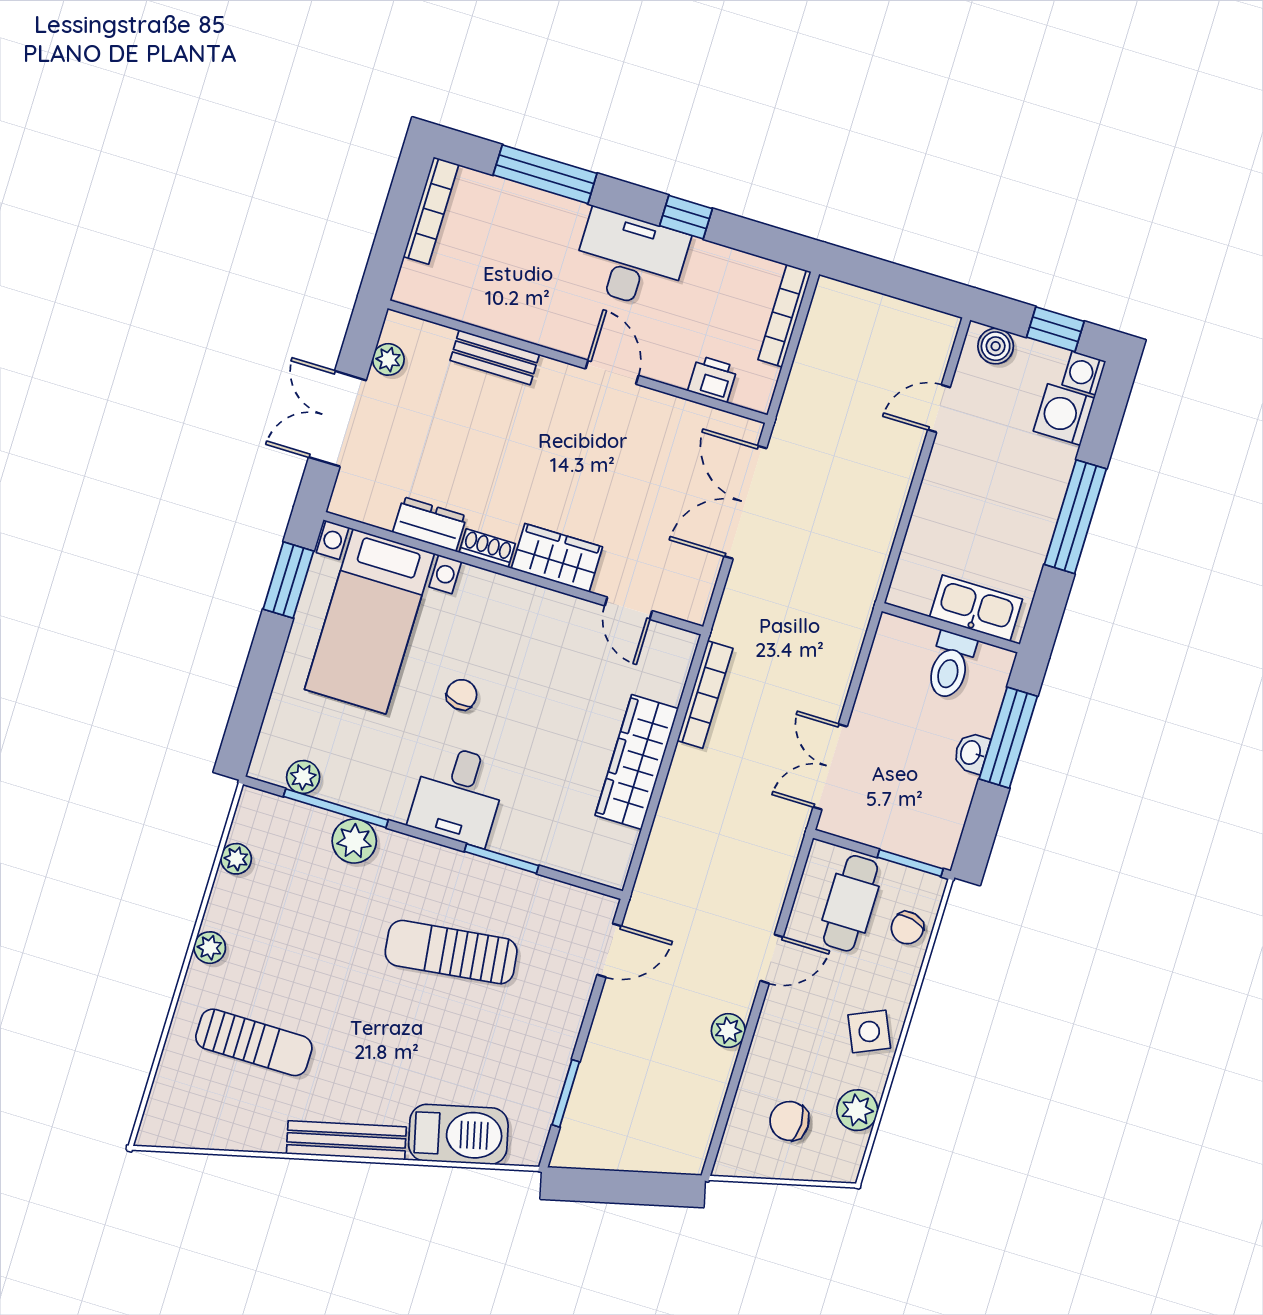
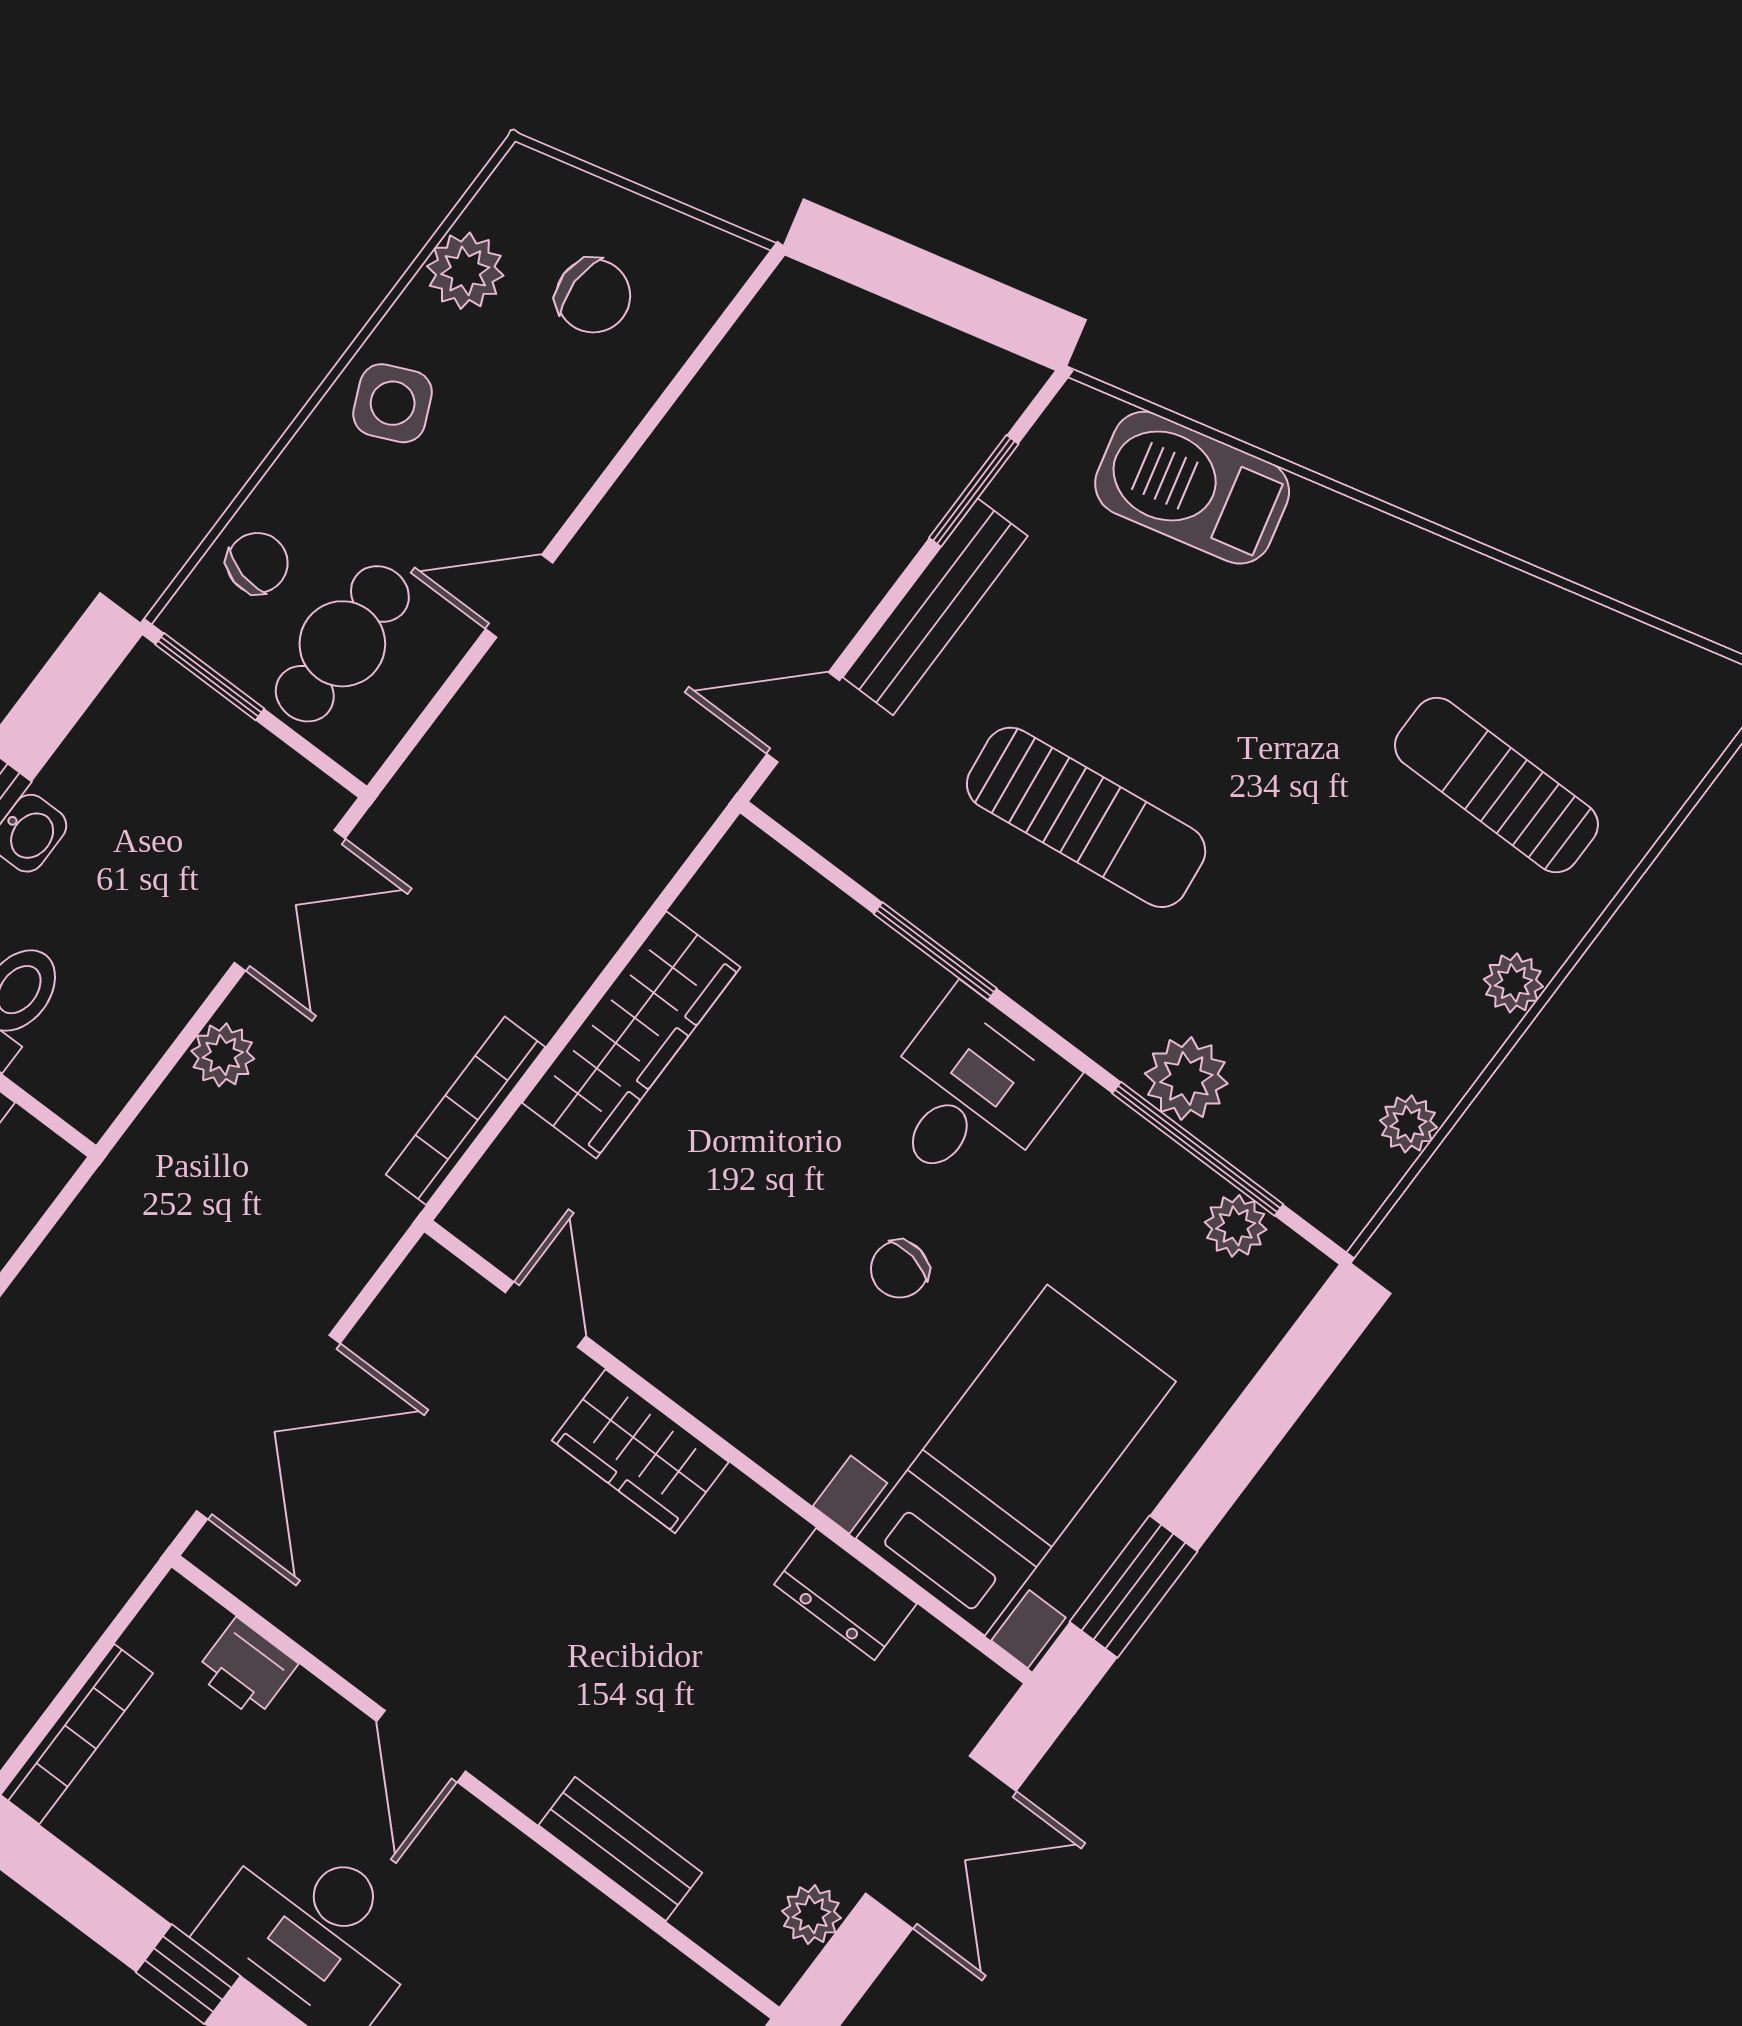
shoe rack: (487, 548) -> (758, 1514), removed
plant: (728, 1030) -> (223, 1055), moved
bench: (346, 1140) -> (935, 607), moved, turned -76

